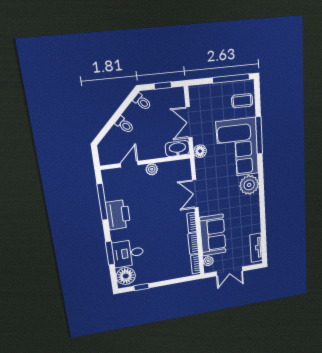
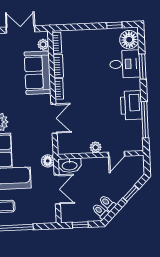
window: (110, 123) -> (131, 194), added
toilet: (124, 125) -> (107, 203), moved

